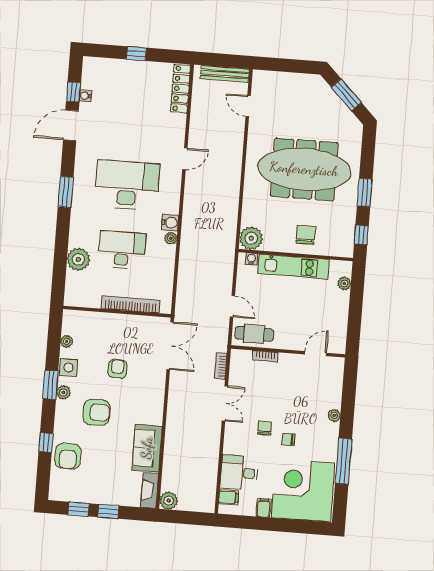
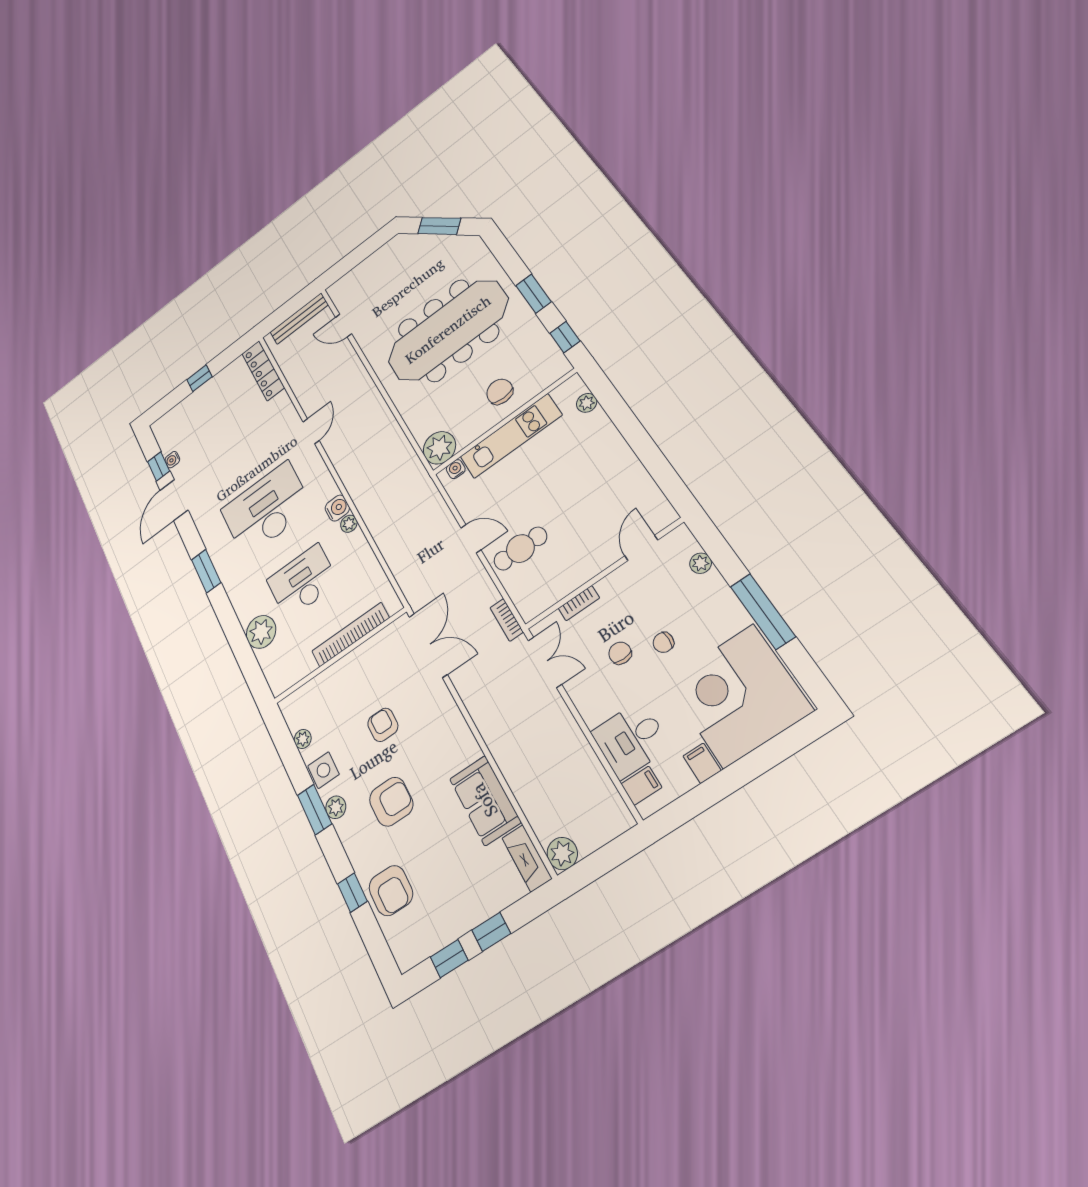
wall: (288, 351) -> (604, 574), moved
door: (315, 354) -> (641, 548), moved
bookcase: (265, 356) -> (579, 603), moved

